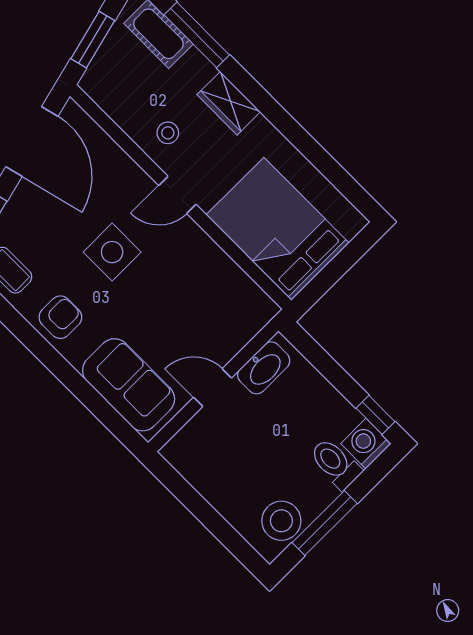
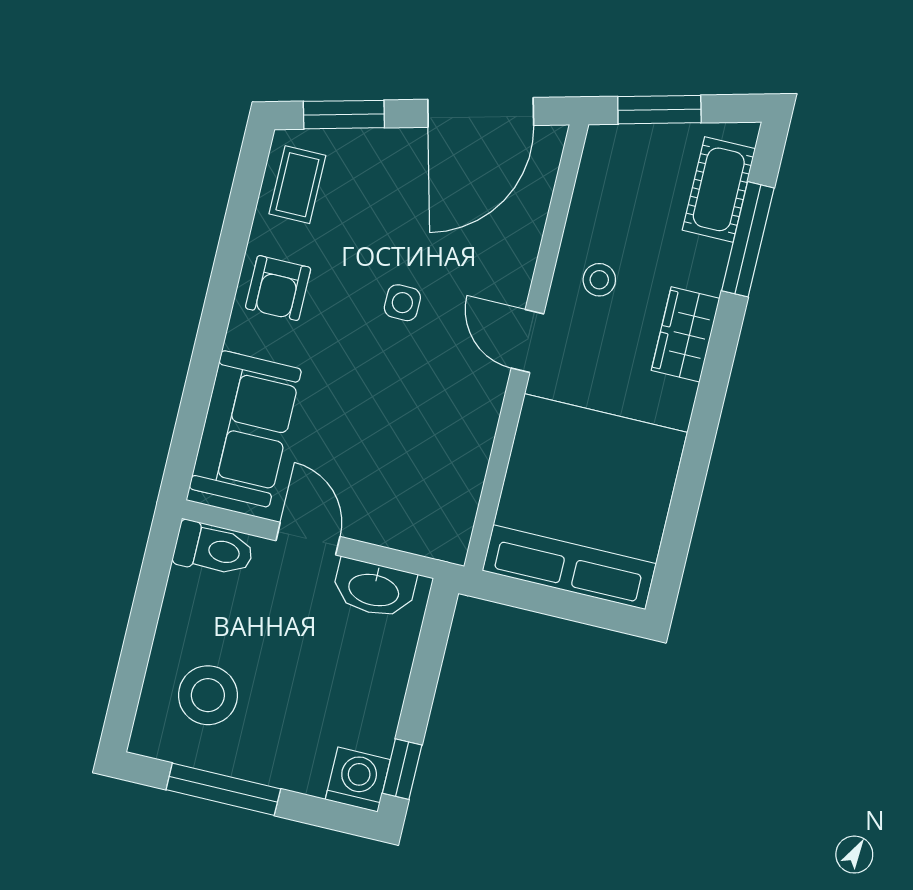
bed: (278, 229) -> (585, 502), width x1.36
side table: (112, 252) -> (402, 303), width x0.54, depth x0.54
armchair: (60, 317) -> (278, 288), turned 90
toilet: (335, 464) -> (214, 549), moved, turned 90
stool: (281, 521) -> (208, 695), moved

